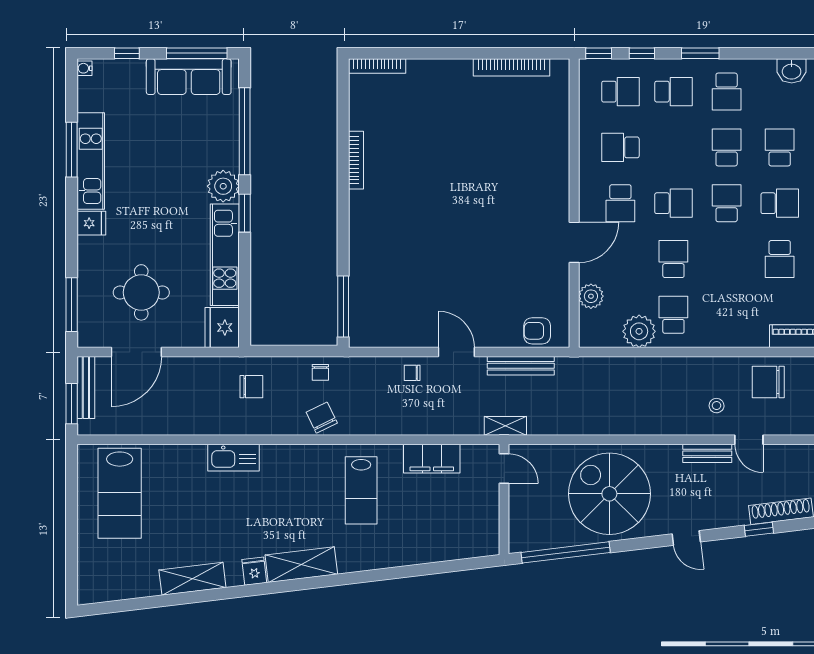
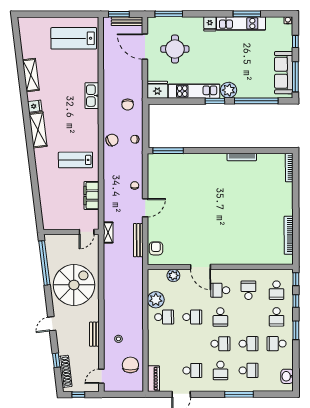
school desk: (780, 259) -> (192, 370), turned 180
door: (749, 440) -> (101, 376), moved

